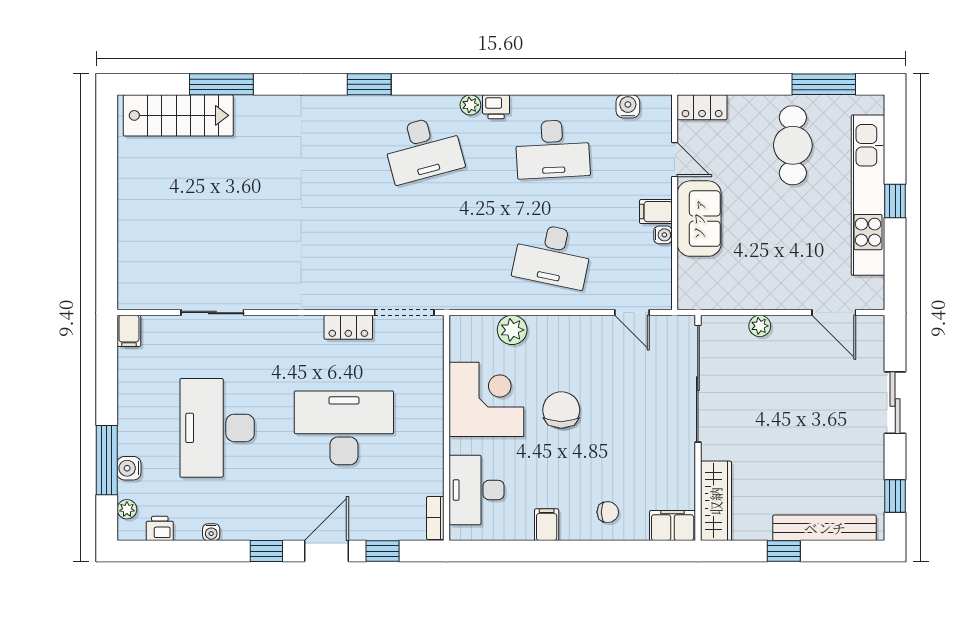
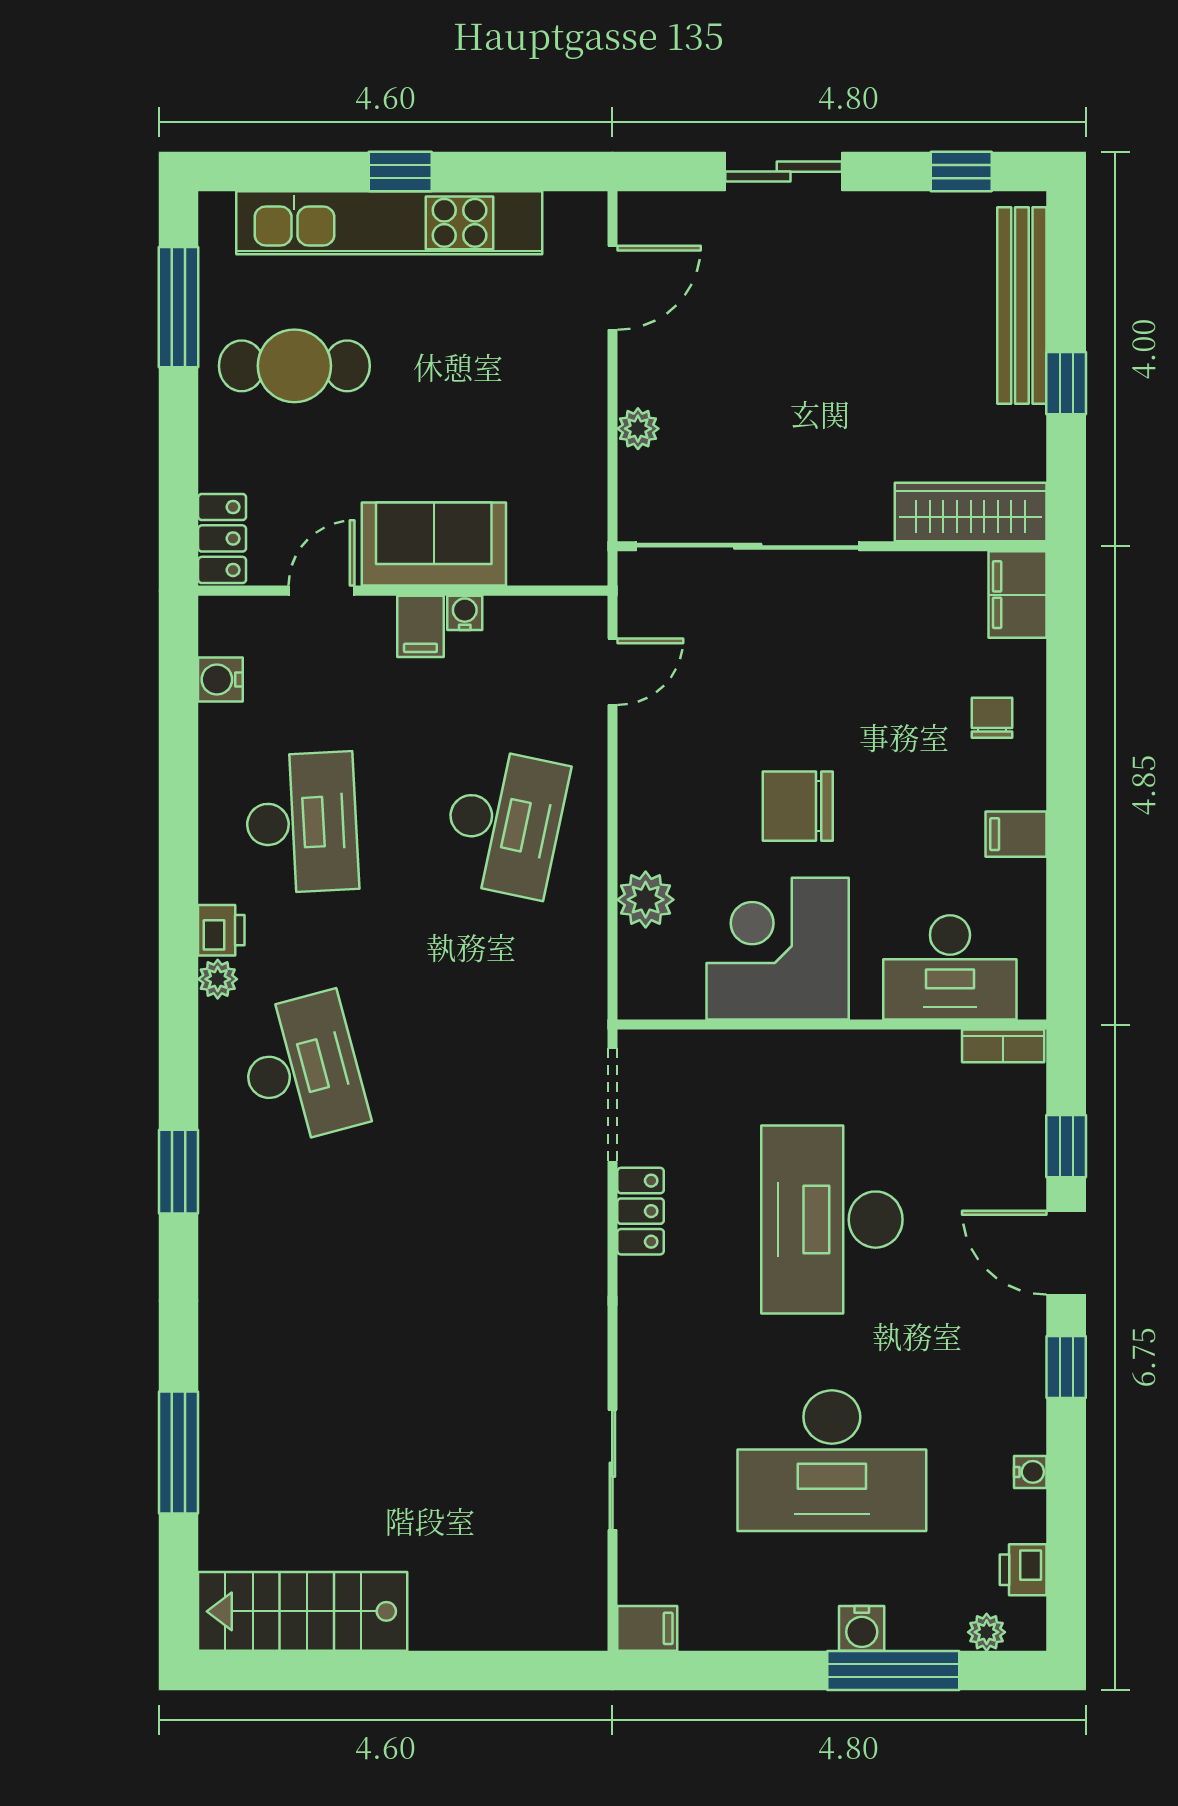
stairs: (178, 115) -> (303, 1611), moved, turned -90
water cooler: (129, 468) -> (862, 1628), moved

